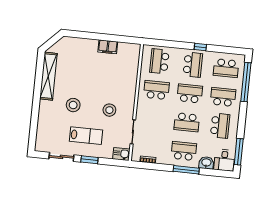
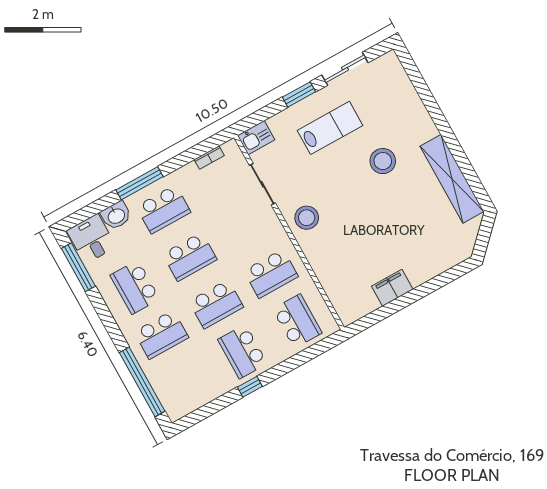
school desk: (226, 68) -> (188, 382), removed
stool: (109, 110) -> (307, 218), moved
school desk: (187, 122) -> (190, 257), turned 180
lab bench: (86, 136) -> (330, 128), turned 180

